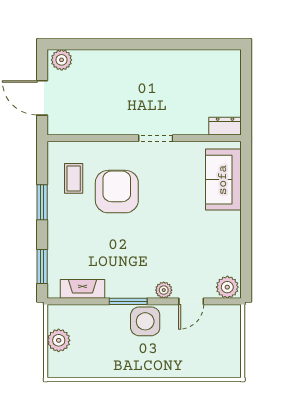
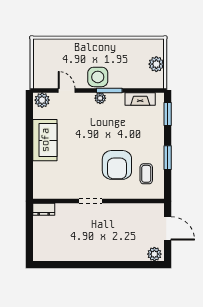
sofa: (223, 180) -> (45, 140), moved
plant: (164, 290) -> (100, 98), moved
door: (191, 301) -> (67, 90), hinge flipped

